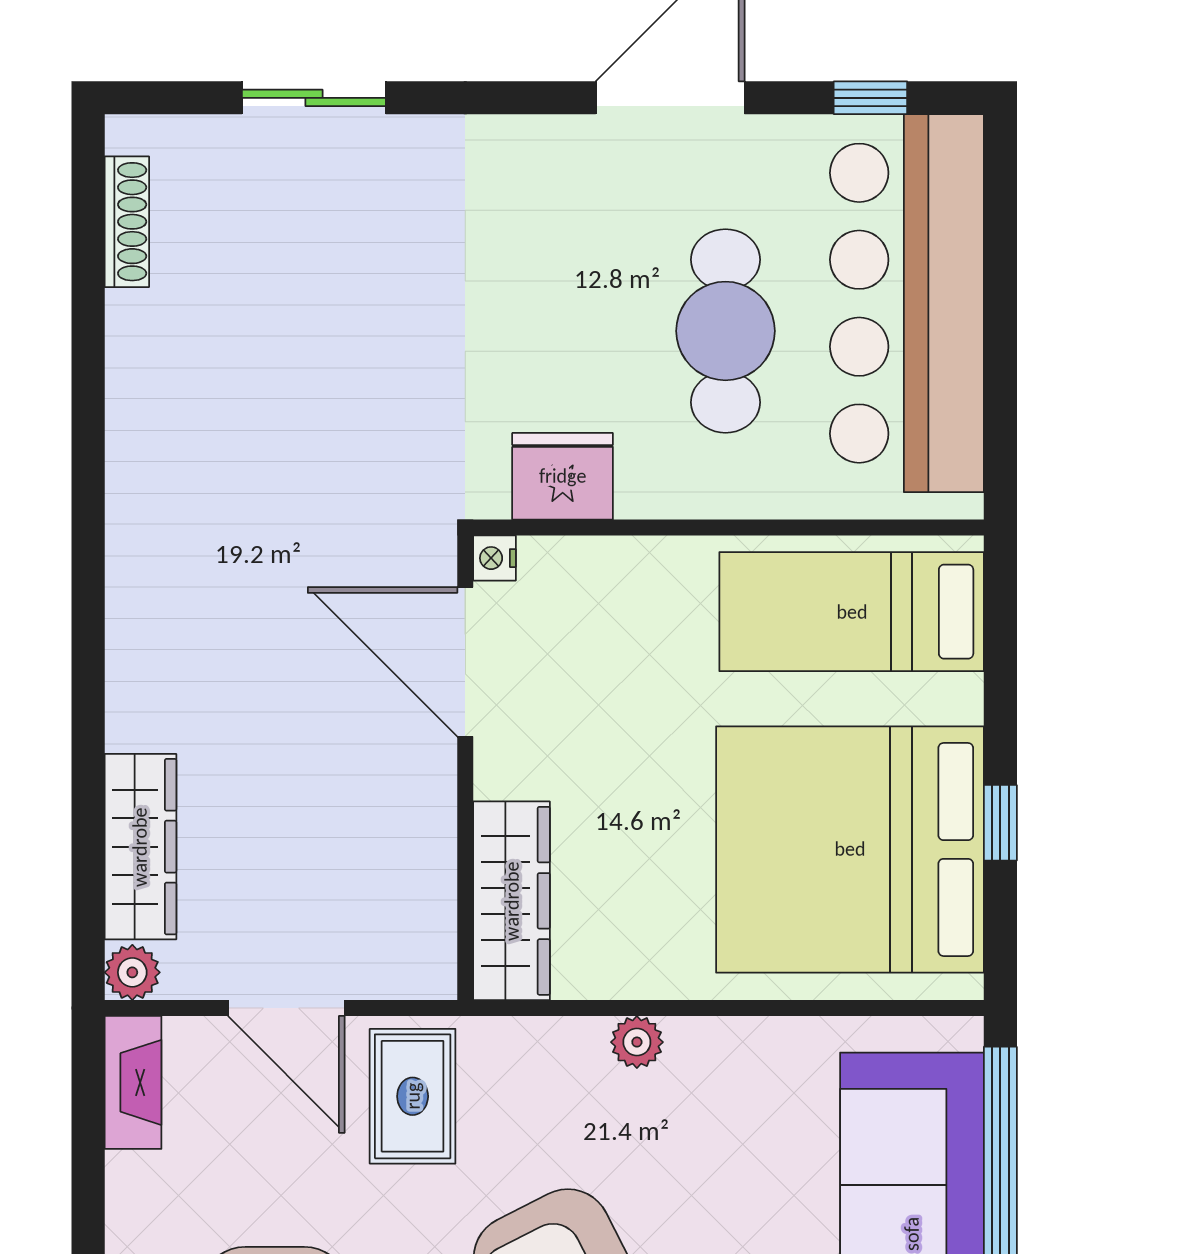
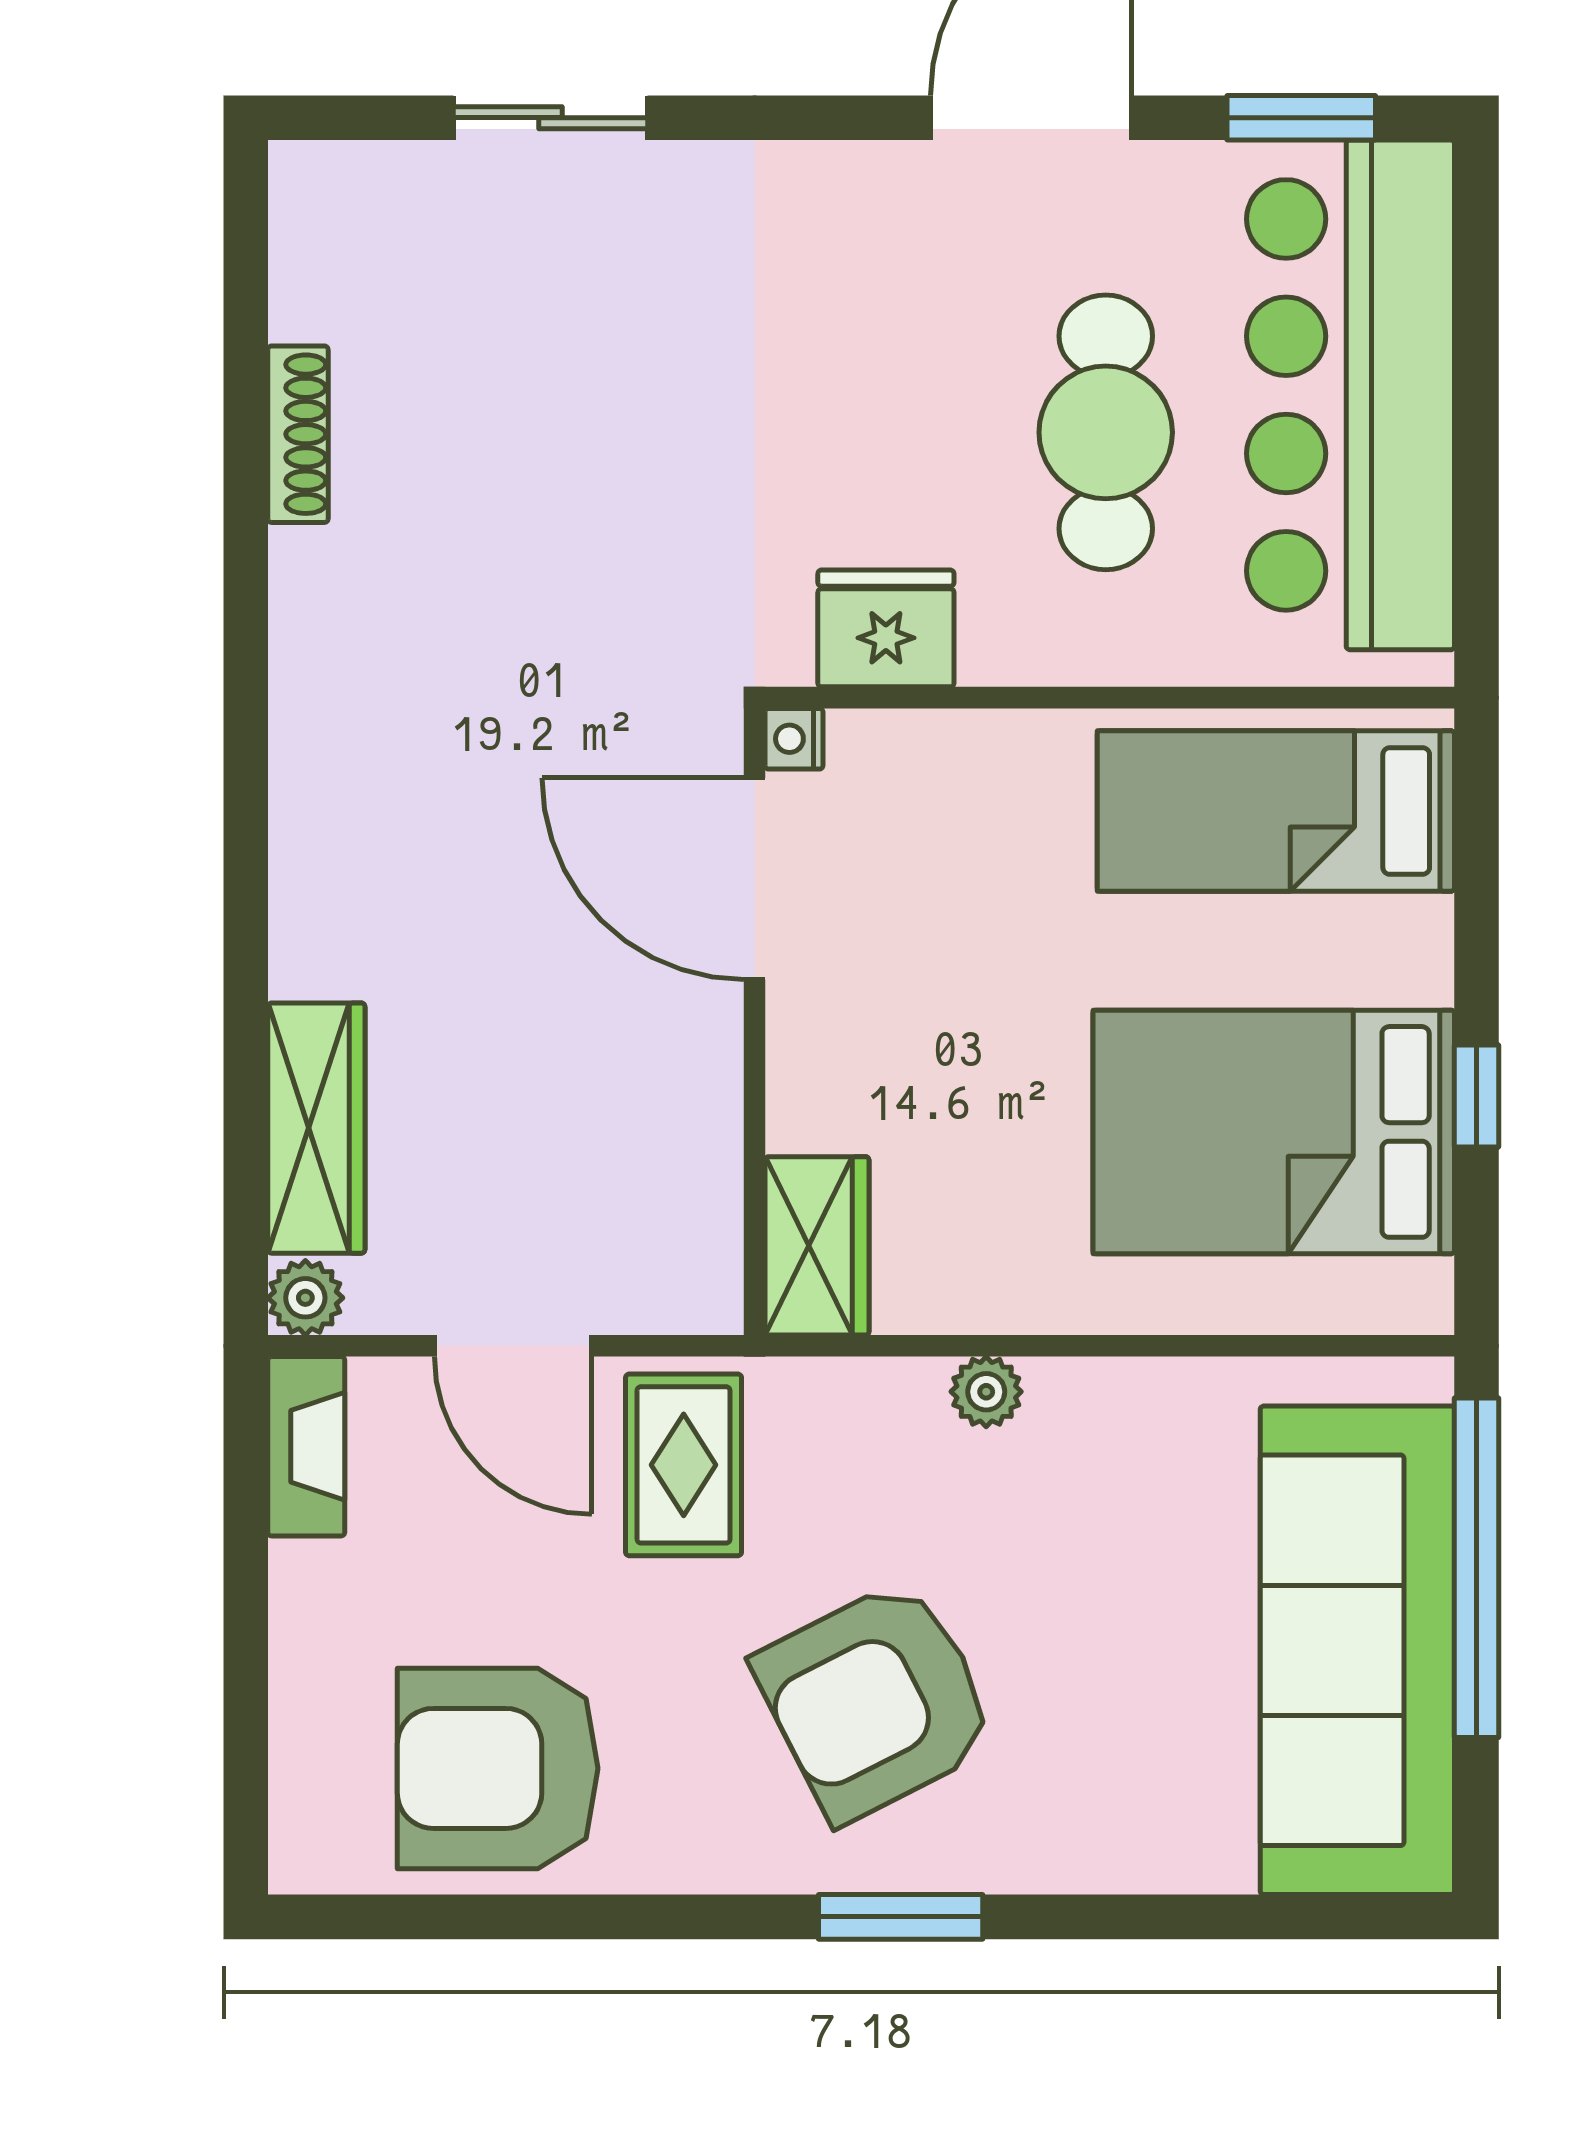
window: (870, 98) -> (1301, 118), width x1.50
shoe rack: (127, 222) -> (298, 434), moved
bed: (850, 849) -> (1274, 1132), width x0.73
wardrobe: (512, 901) -> (817, 1246), width x0.67

